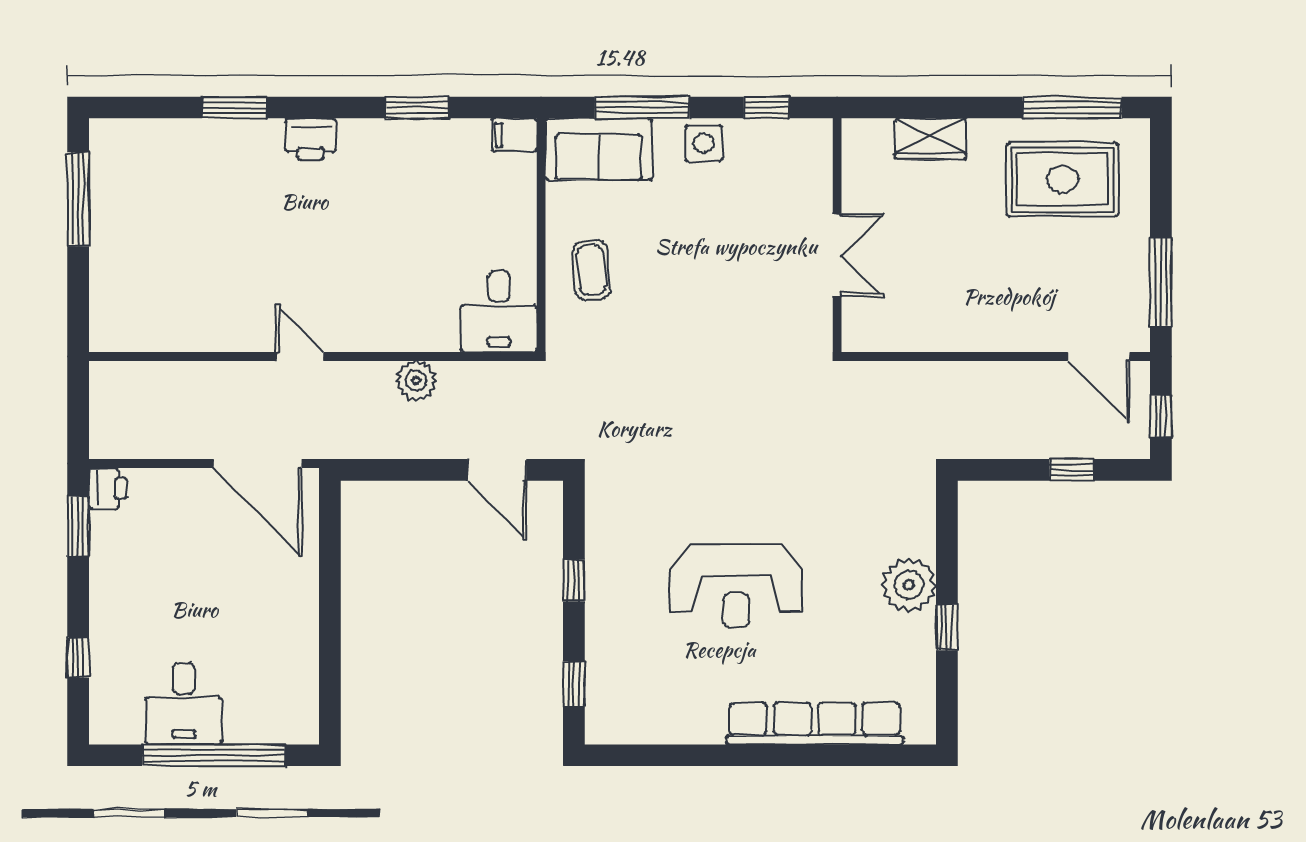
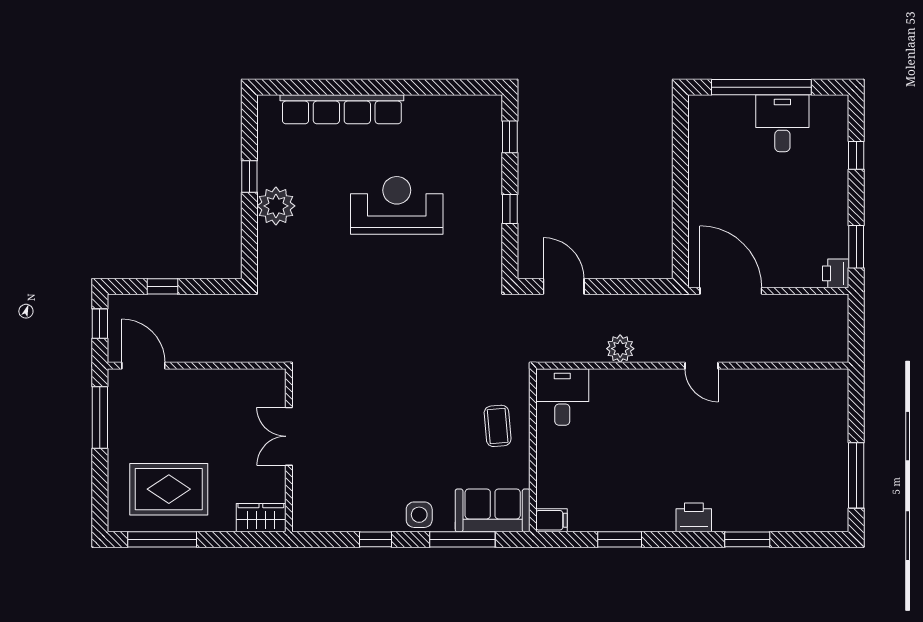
wall: (837, 235) -> (289, 450), moved
double door: (837, 255) -> (289, 436), moved

